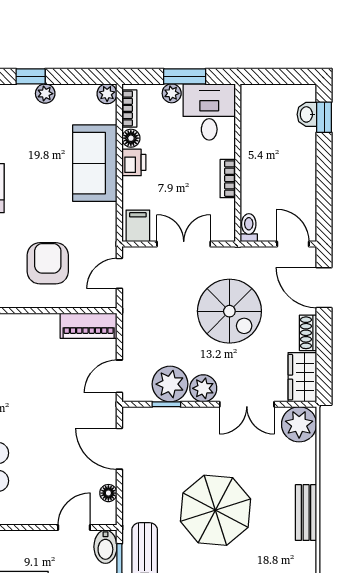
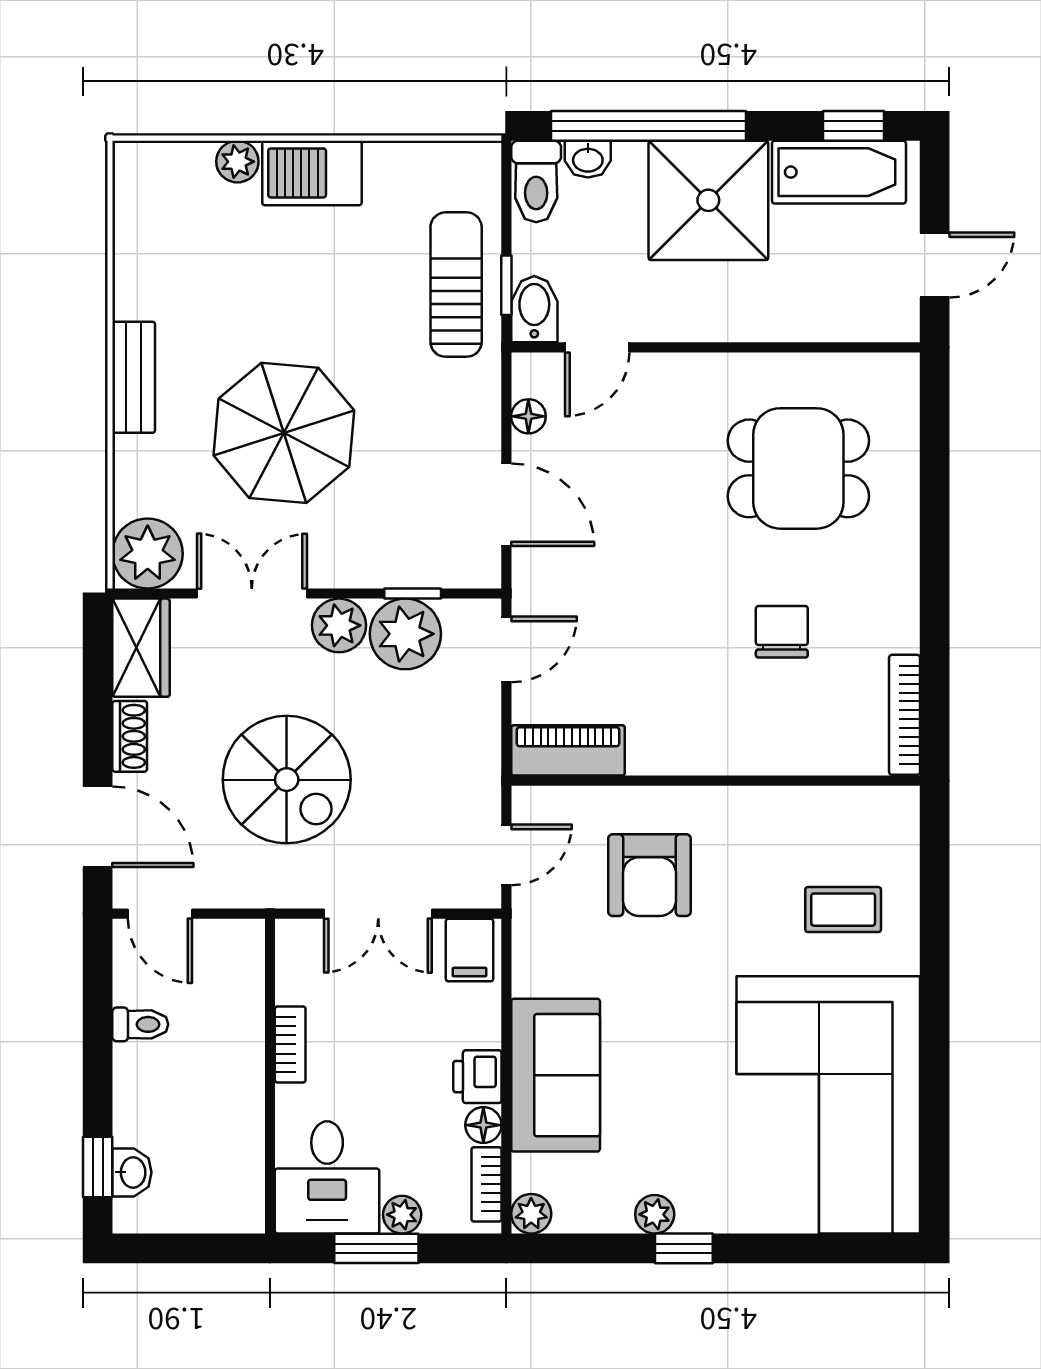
toilet: (249, 228) -> (140, 1024), moved, turned -90
spiral stairs: (229, 311) -> (287, 780), turned 180
parasol: (215, 510) -> (284, 433), moved

